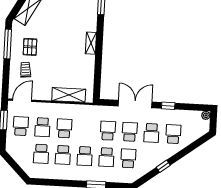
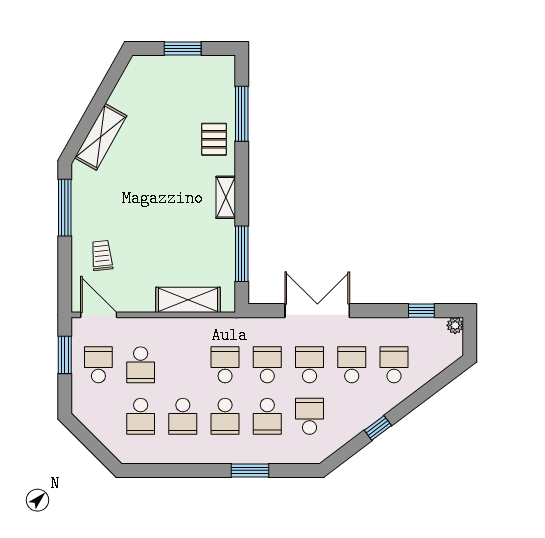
pallet: (30, 47) -> (214, 139), moved
window: (98, 73) -> (242, 254), added
door: (22, 100) -> (99, 315), hinge flipped
window: (168, 106) -> (421, 311), moved
school desk: (64, 128) -> (225, 365), moved
school desk: (151, 133) -> (352, 365), turned 180

